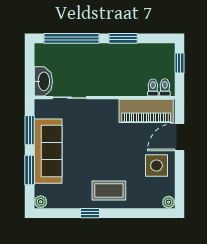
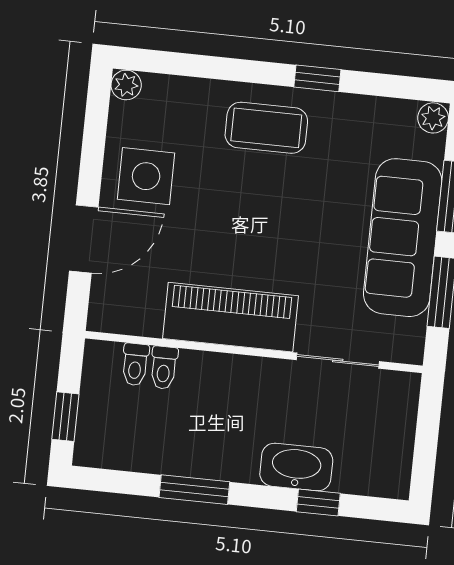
window: (72, 38) -> (318, 502), width x0.32
washbasin: (43, 81) -> (296, 467), moved, turned 90
toilet: (165, 87) -> (164, 368), moved
piano: (146, 111) -> (230, 317), moved

